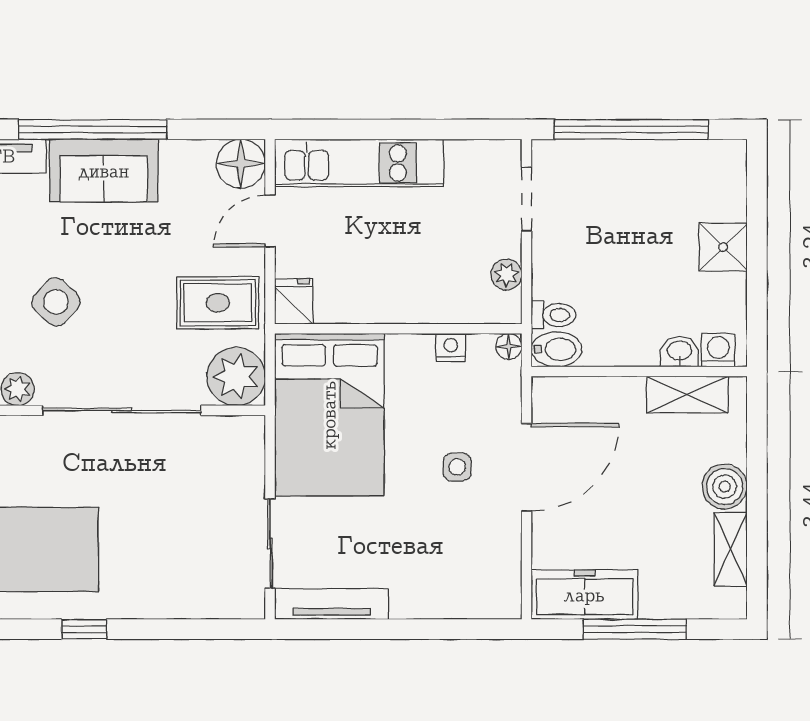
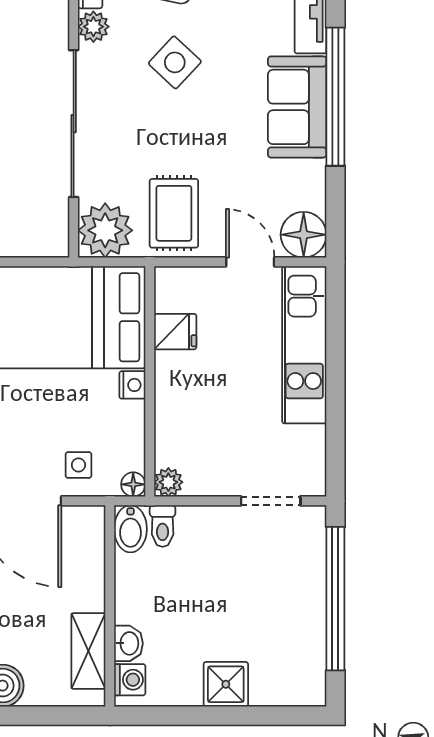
plant: (506, 275) -> (168, 482), moved
fridge: (294, 301) -> (175, 332), moved
nightstand: (451, 347) -> (132, 385), moved
side table: (457, 467) -> (78, 465), moved

